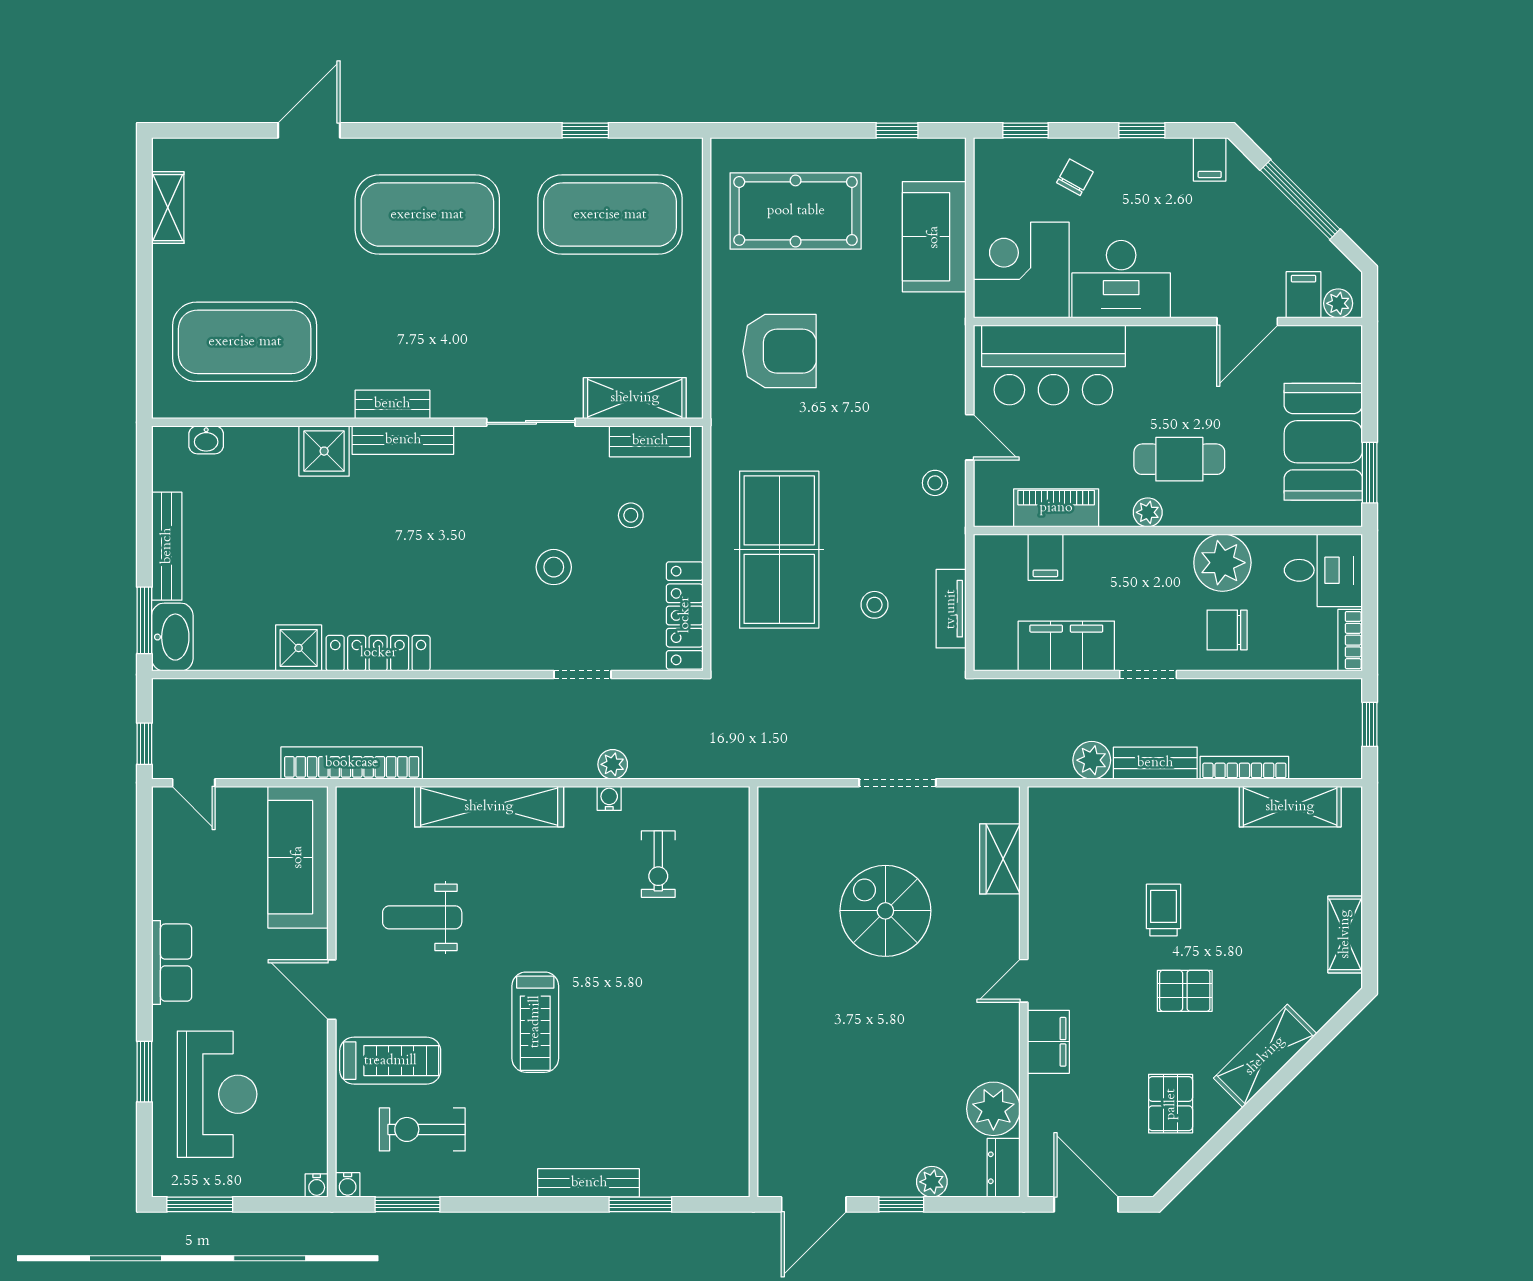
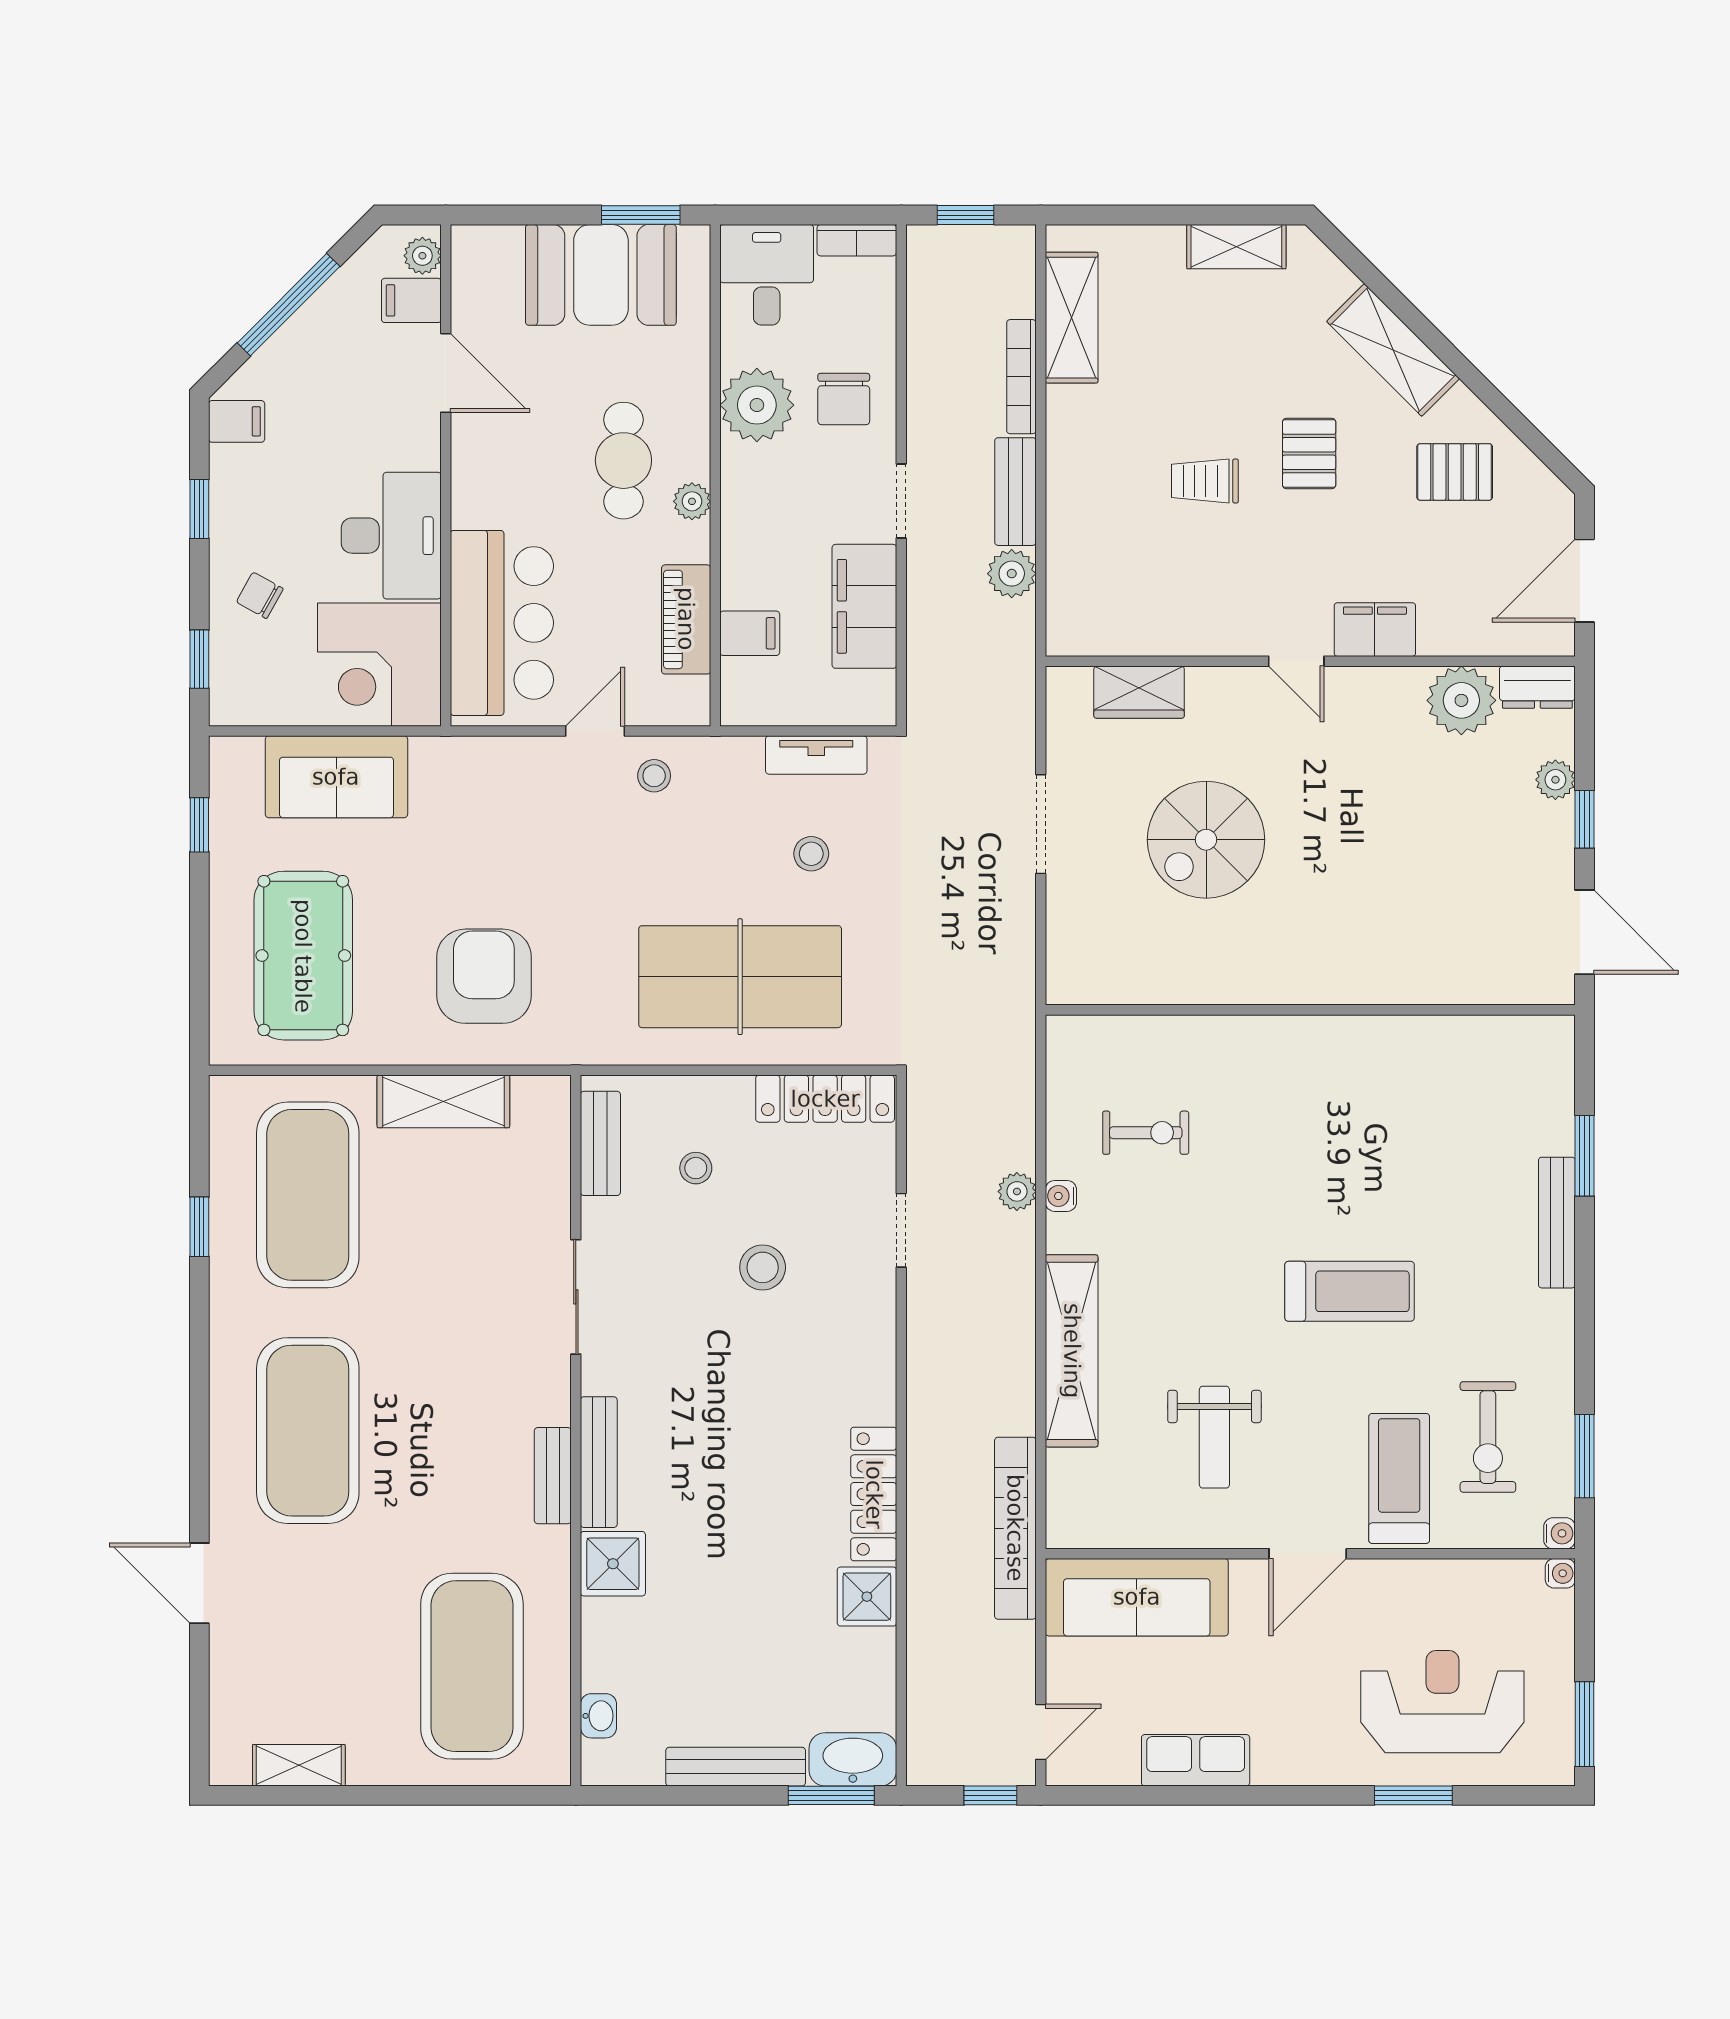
shelving: (635, 398) -> (443, 1101), moved, turned 90
row of seats: (172, 963) -> (1196, 1760), moved

